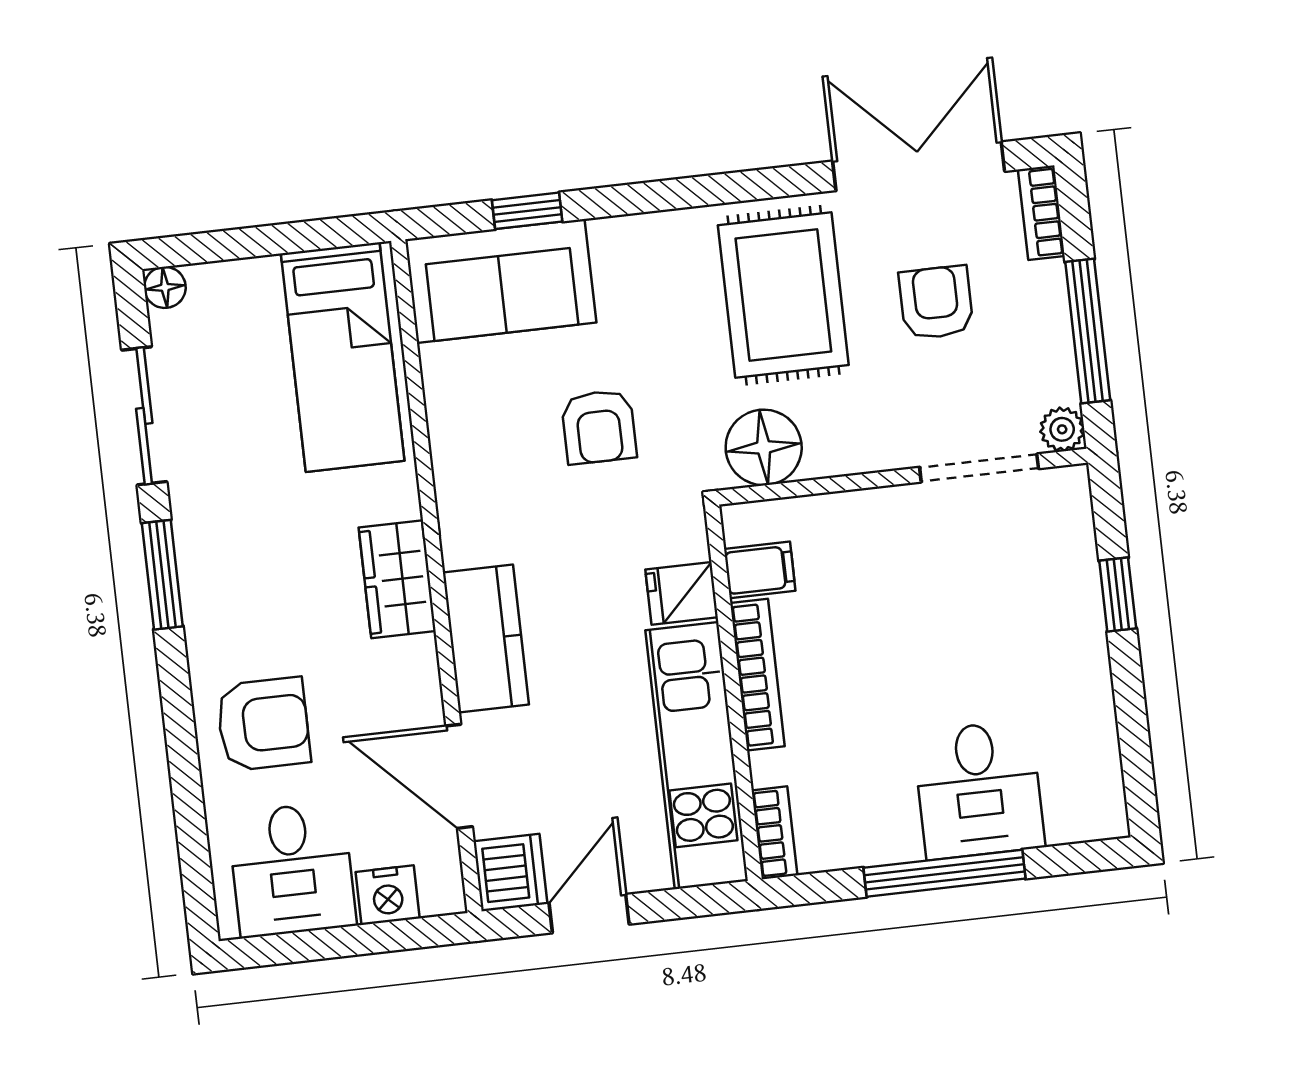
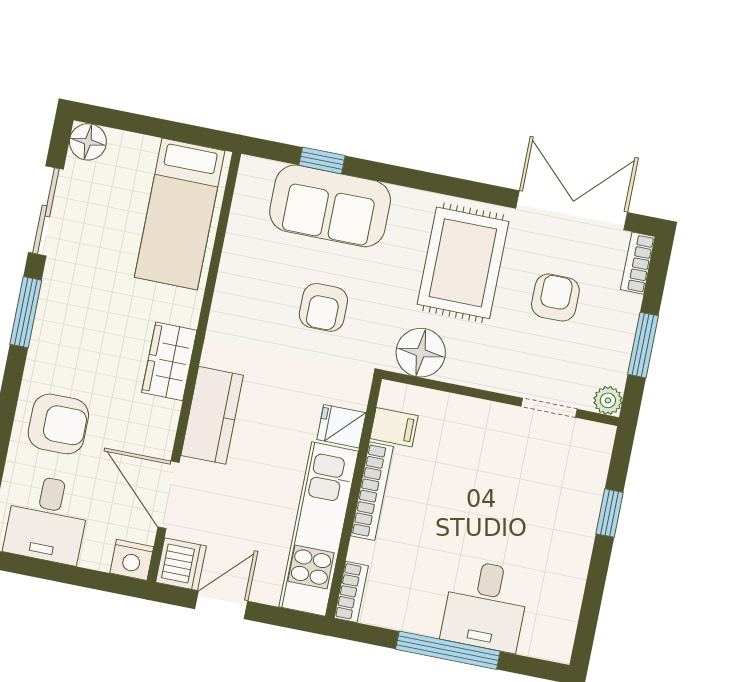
sofa: (501, 281) -> (330, 206), moved
floor lamp: (165, 287) -> (88, 142), width x1.37, depth x1.37
window: (1088, 331) -> (643, 345), width x0.69
doorway: (979, 468) -> (549, 408), width x0.73
nightstand: (388, 895) -> (132, 560), moved

